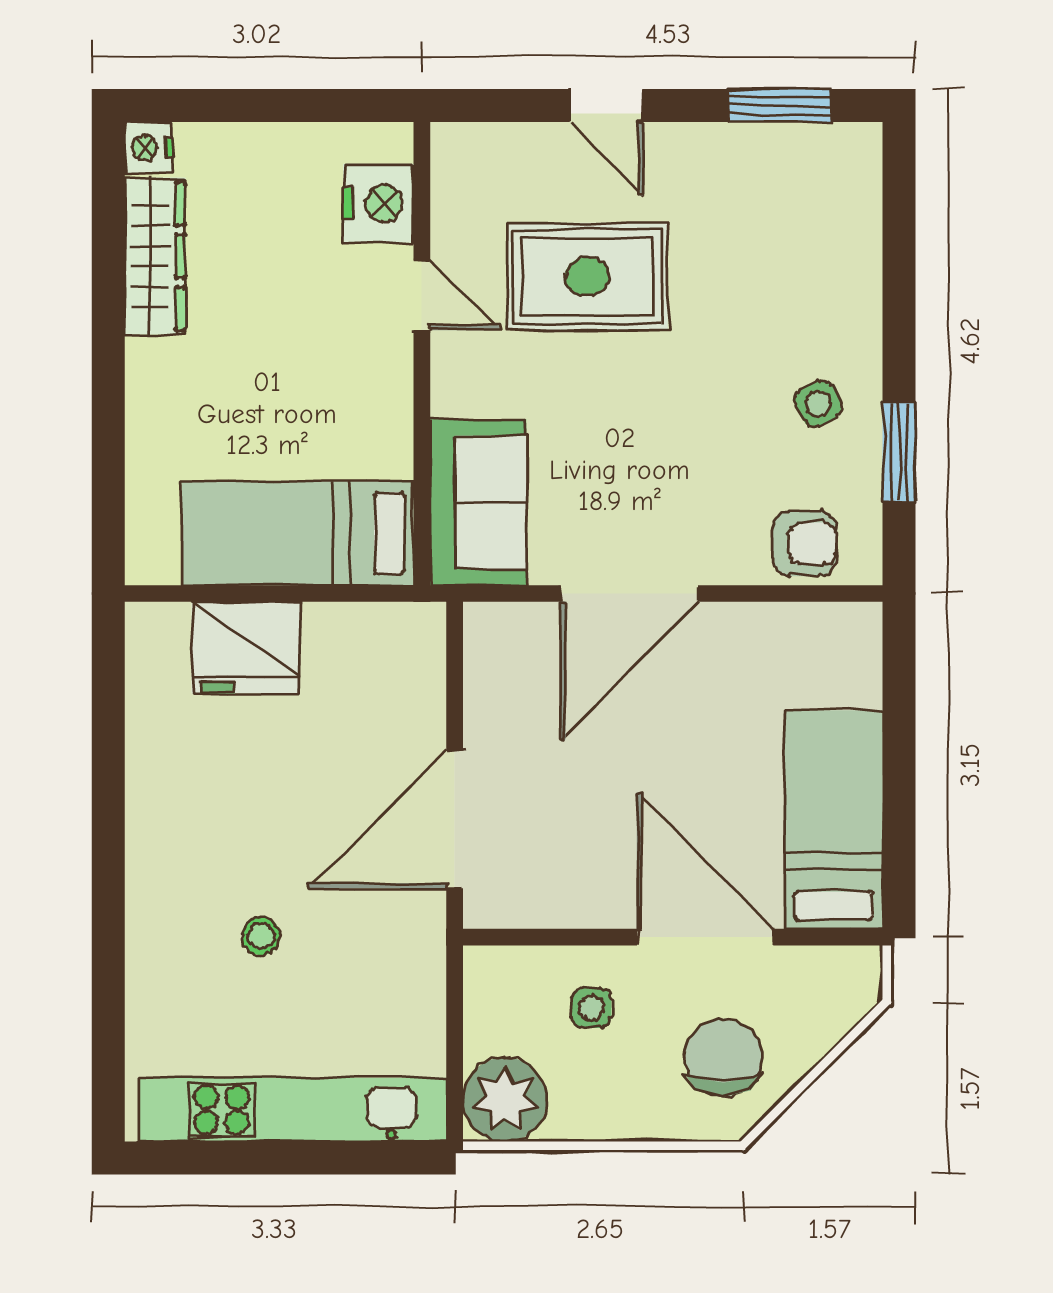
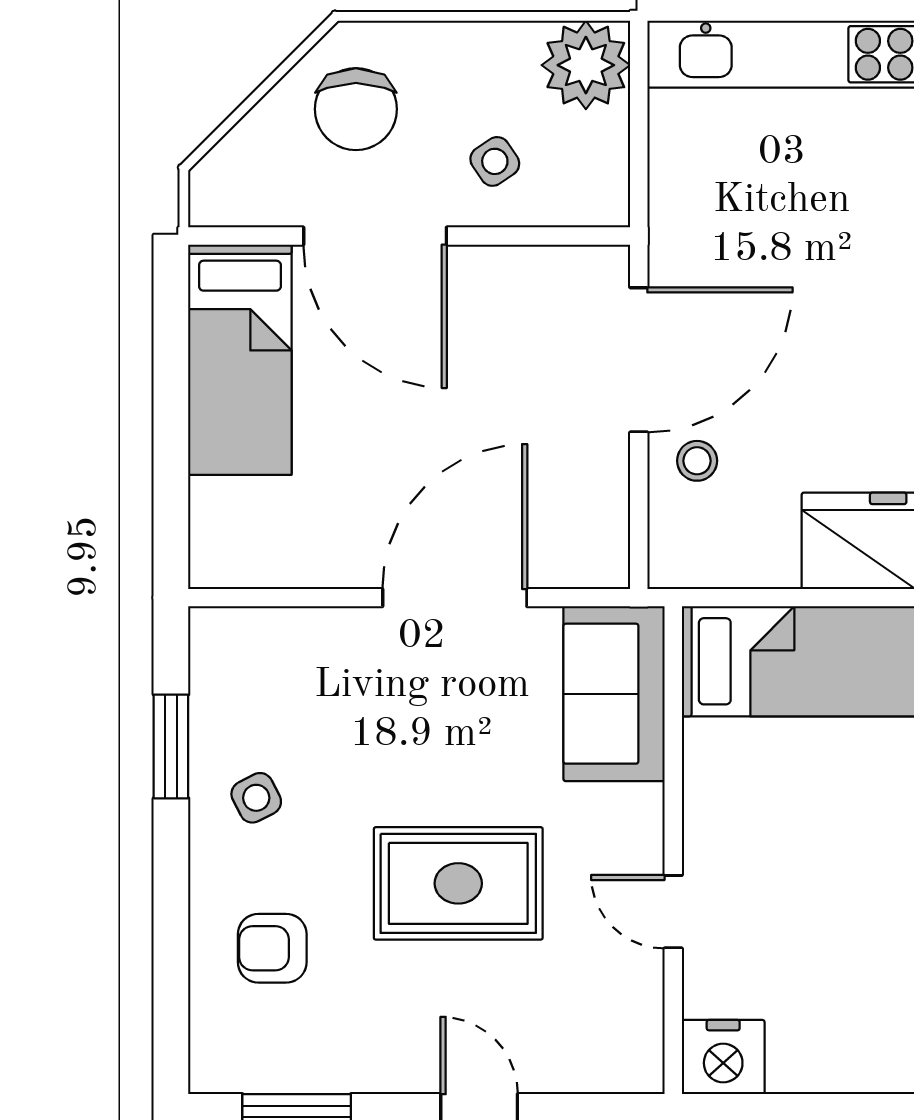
nightstand: (378, 203) -> (723, 1057), moved, turned -90
rug: (587, 276) -> (458, 883), moved
armchair: (804, 543) -> (272, 948), moved
stool: (261, 936) -> (697, 461), moved
side table: (591, 1008) -> (495, 161), turned -34

